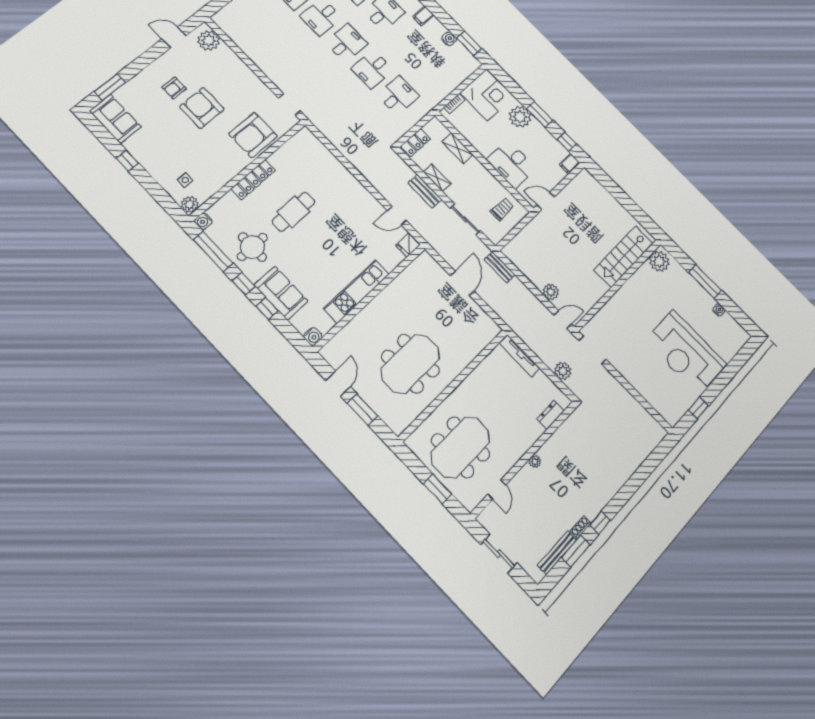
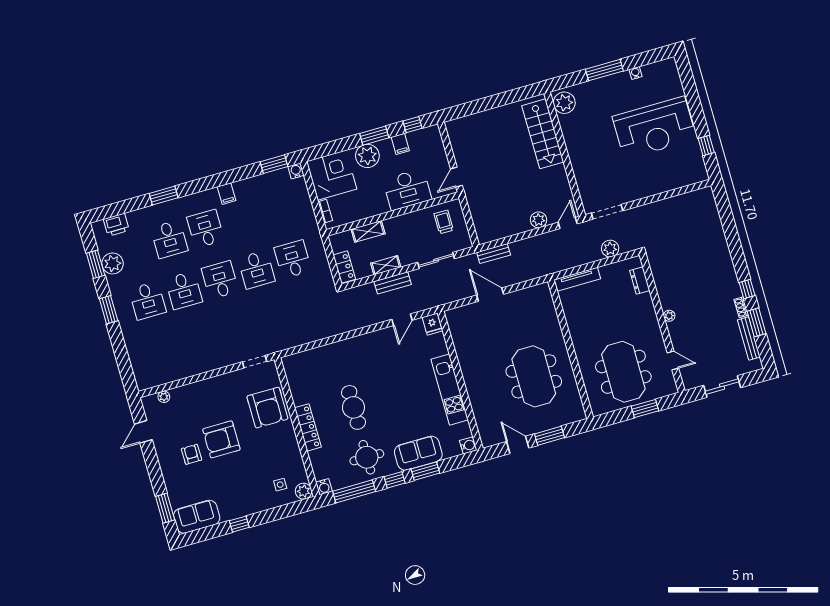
water cooler: (449, 39) -> (296, 171), moved
plant: (209, 41) -> (164, 397), width x0.53, depth x0.53
armchair: (174, 88) -> (191, 454), turned 180
filing cabinet: (570, 164) -> (400, 144), moved
window: (267, 309) -> (425, 471), width x1.50

